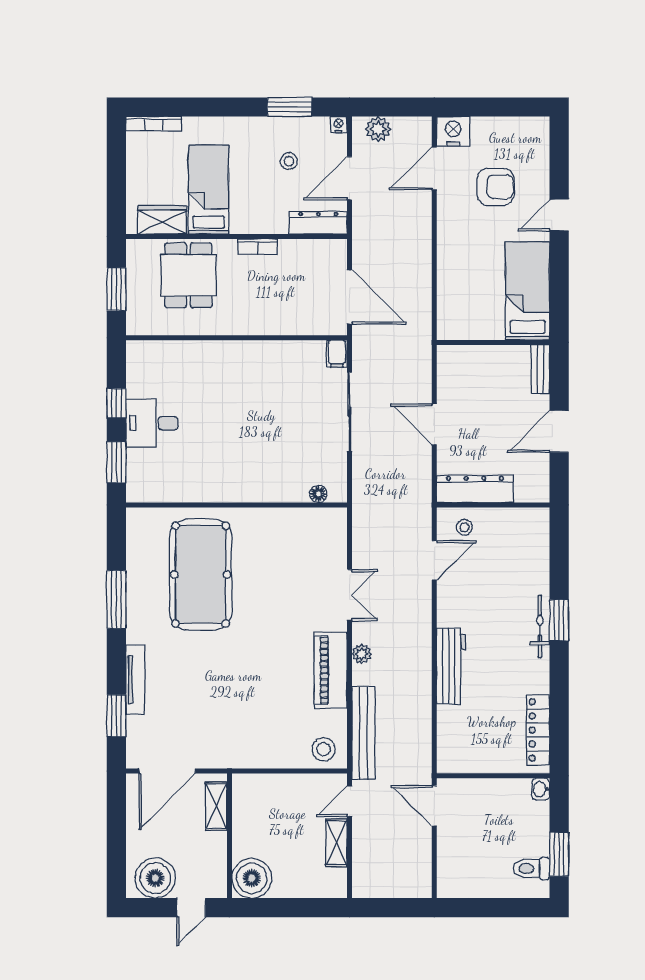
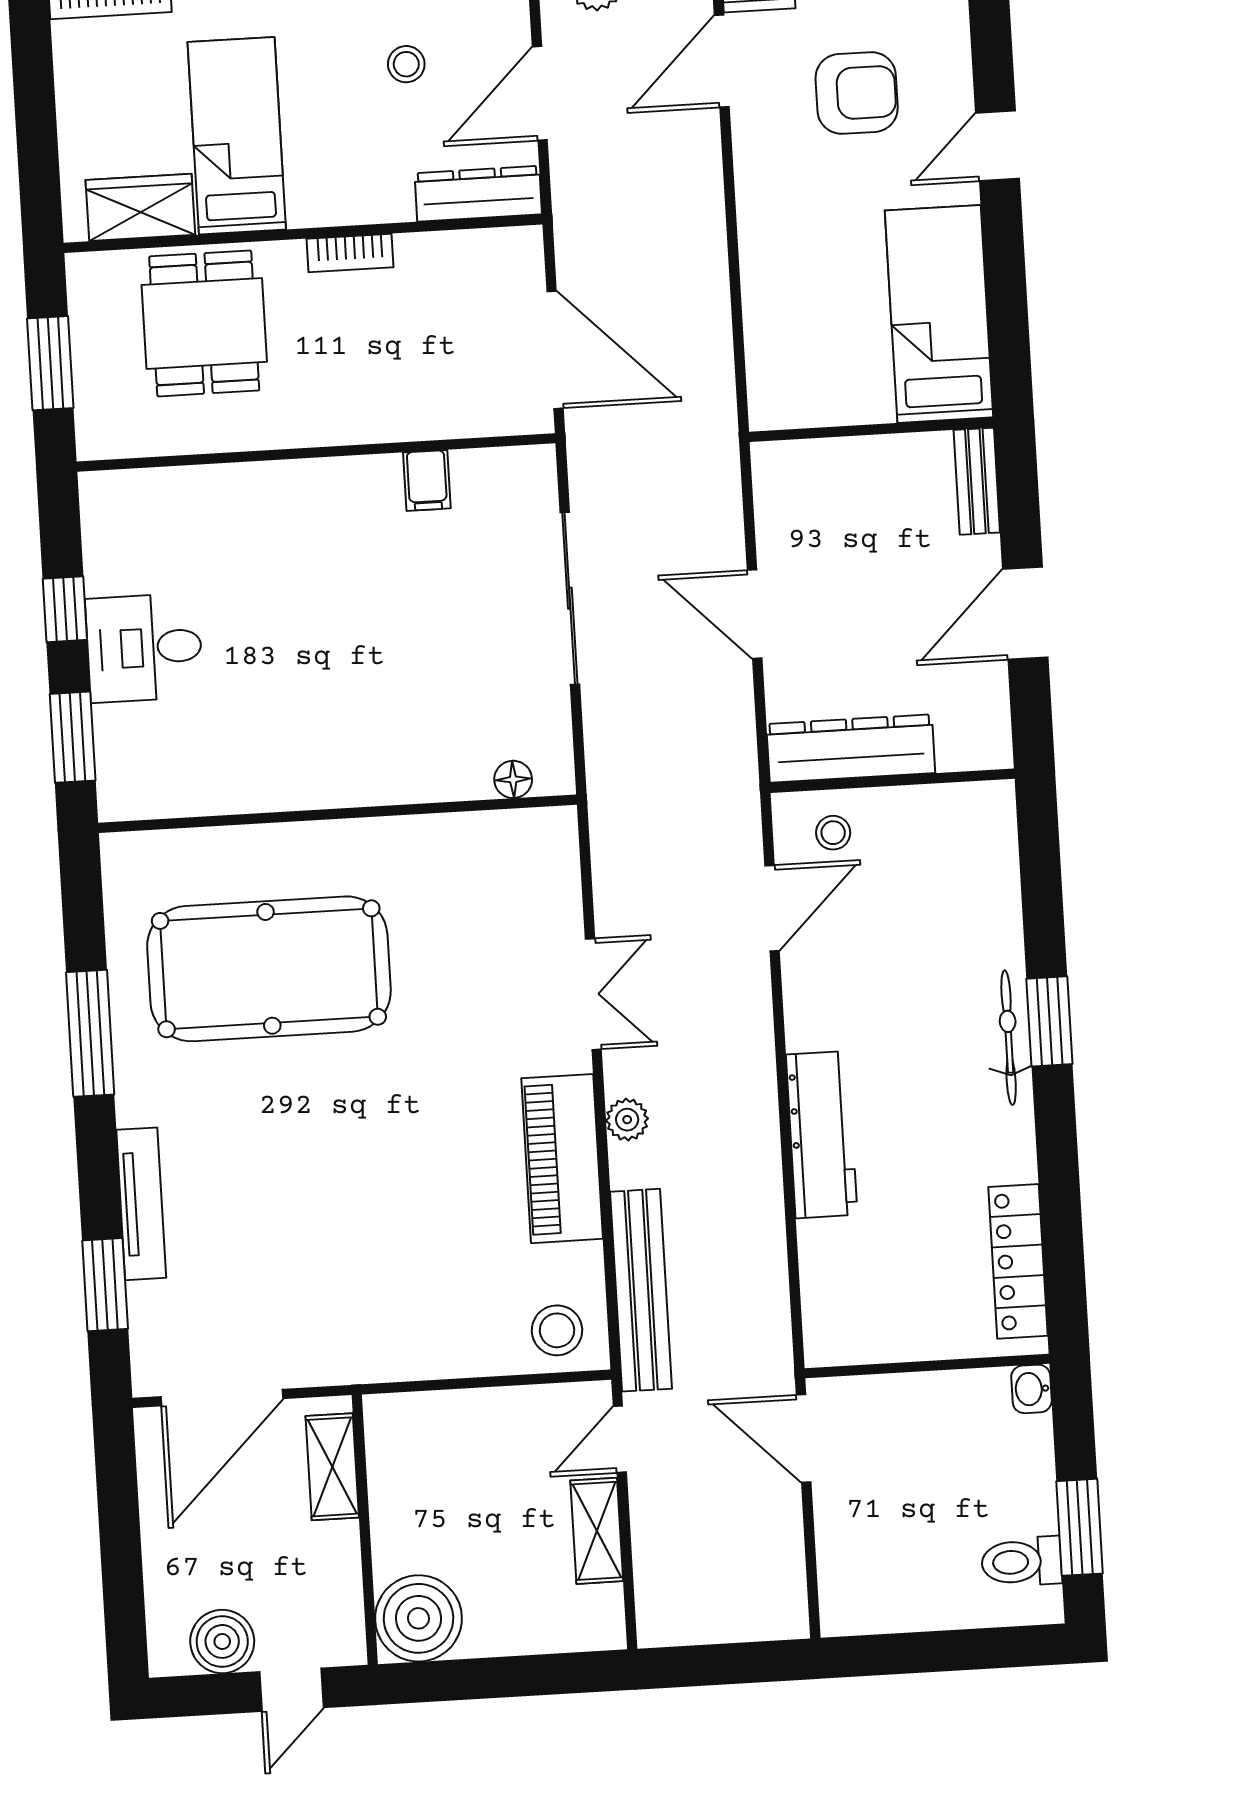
filing cabinet: (337, 354) -> (427, 480), moved
pool table: (201, 575) -> (269, 969), turned 90
boiler: (155, 878) -> (222, 1641), width x0.73, depth x0.73

